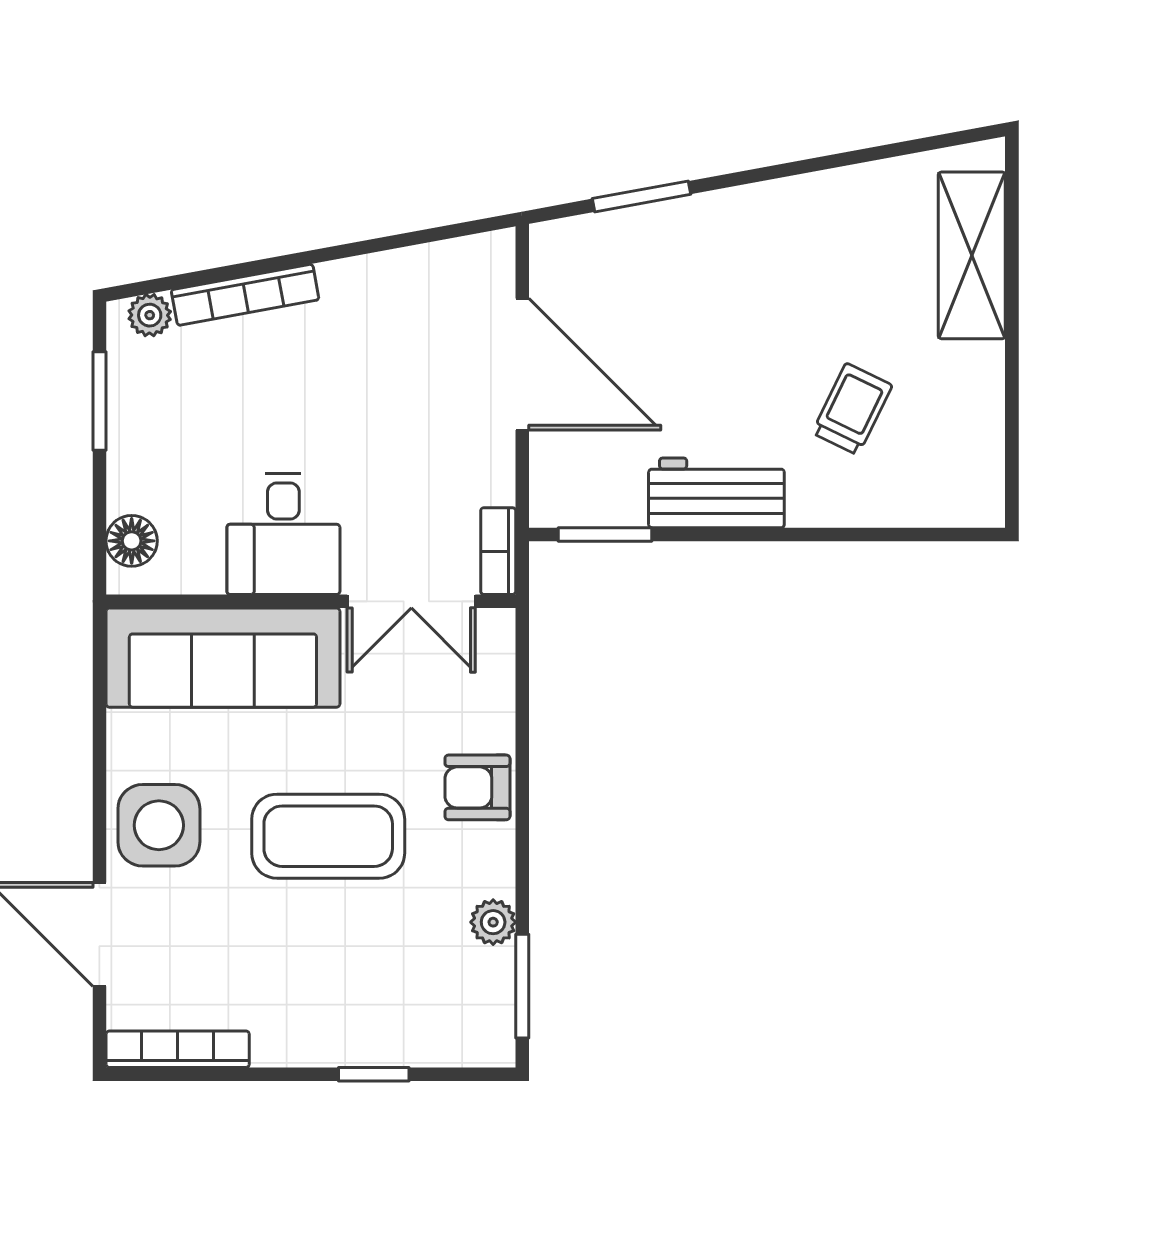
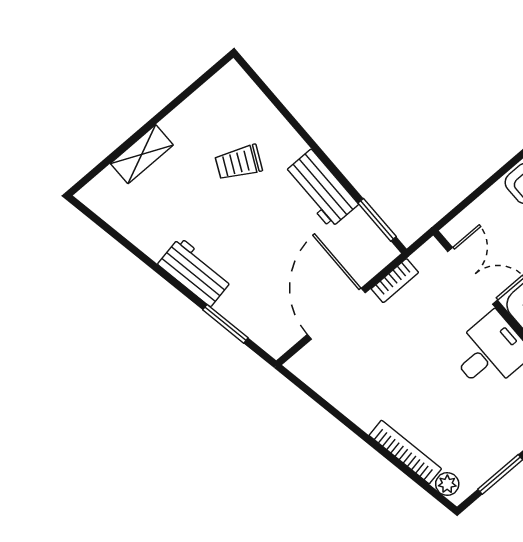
workbench: (751, 216) -> (195, 272), added
shelving: (972, 255) -> (142, 154), width x0.67, depth x0.75
bookcase: (498, 551) -> (395, 281), moved

